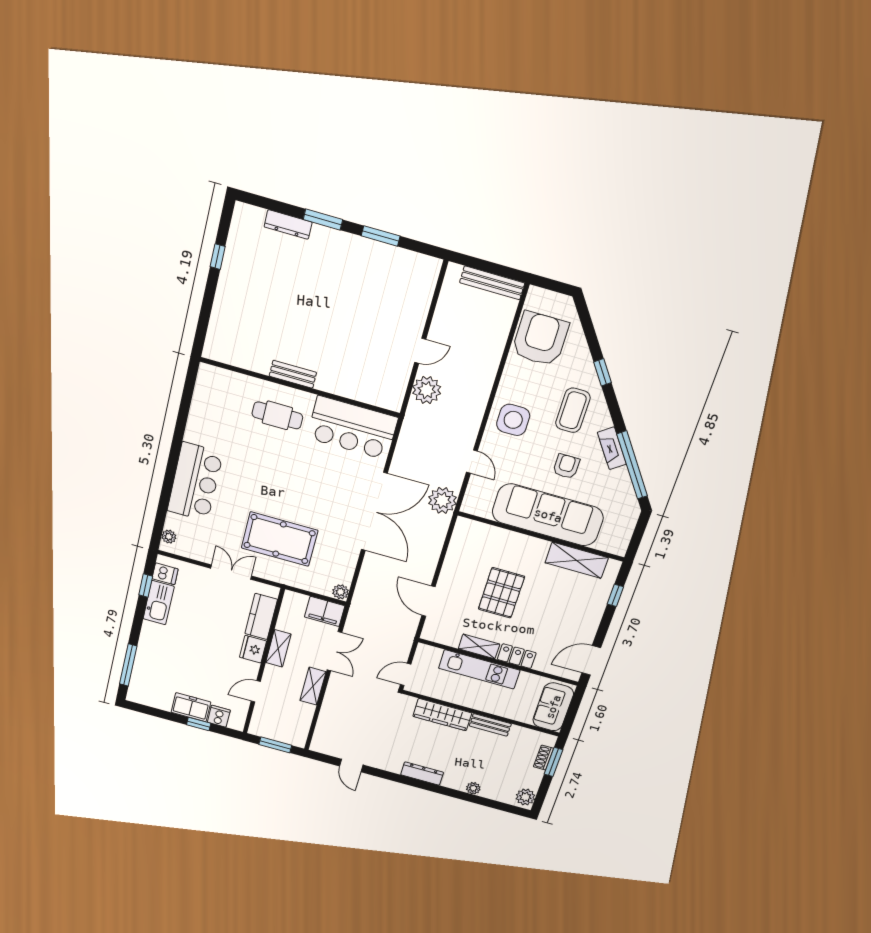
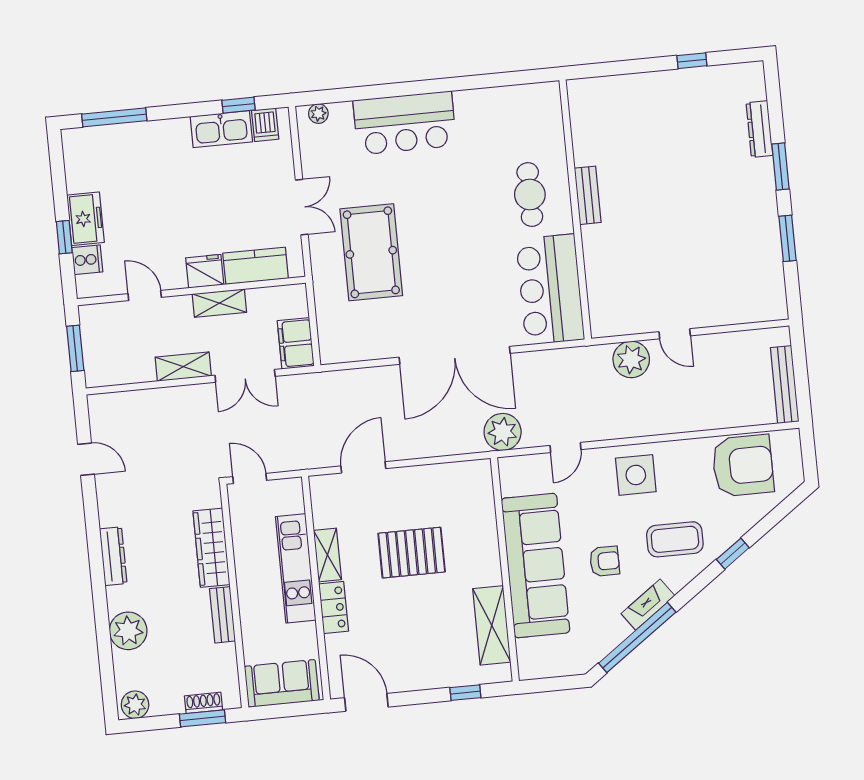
plant: (341, 592) -> (331, 353), removed
door: (351, 765) -> (86, 459), swing flipped
plant: (473, 788) -> (128, 631), width x1.88, depth x1.88

